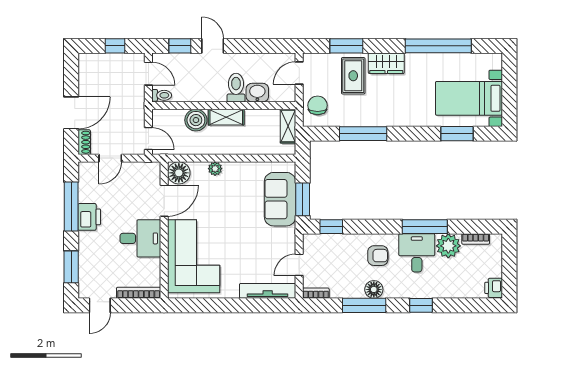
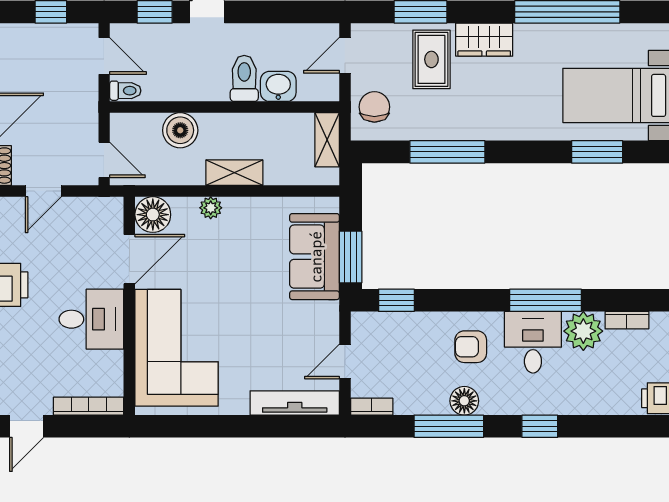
shelving: (226, 117) -> (234, 173), moved
armchair: (378, 256) -> (471, 347), turned 180

